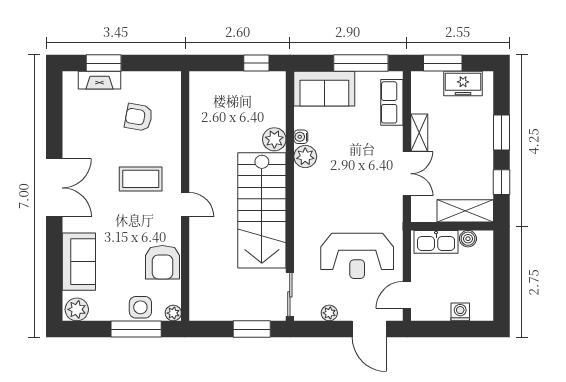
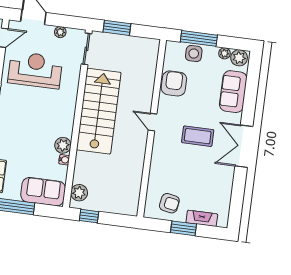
window: (104, 63) -> (184, 228), moved
armchair: (139, 117) -> (169, 203), moved
plant: (274, 139) -> (79, 193), moved
coffee table: (141, 179) -> (198, 136), moved
plant: (173, 313) -> (224, 53), moved

